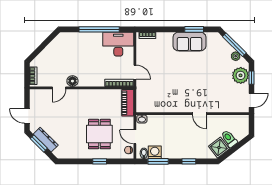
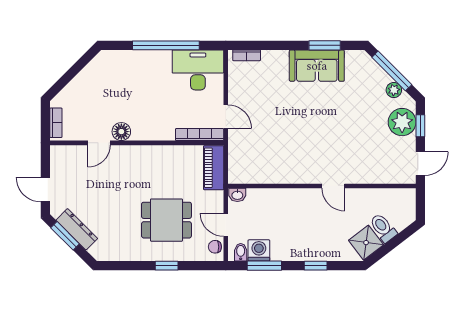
dining table: (99, 134) -> (166, 220), turned 90

